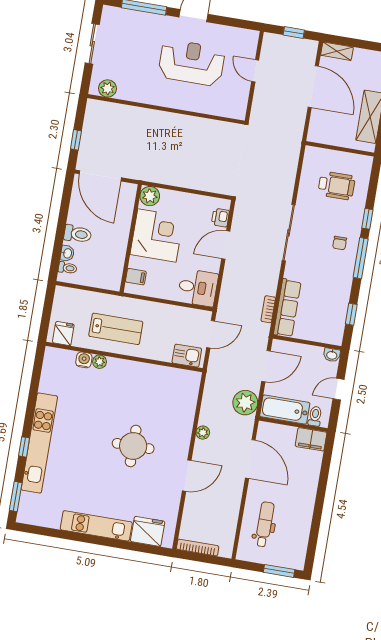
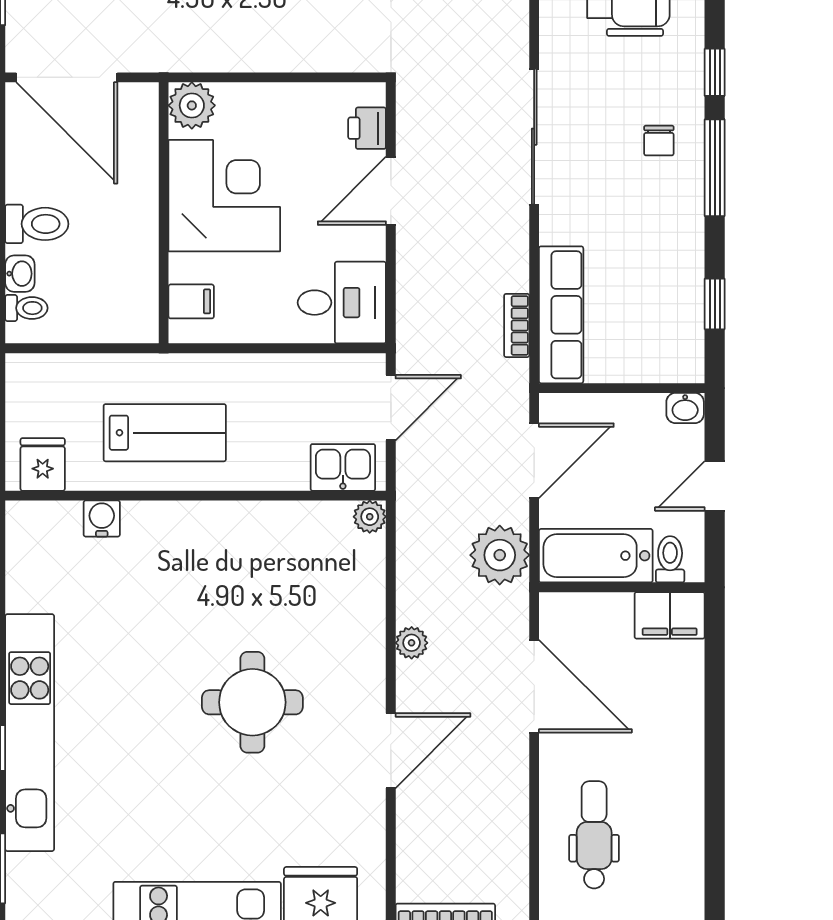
plant: (100, 362) -> (370, 517), moved

